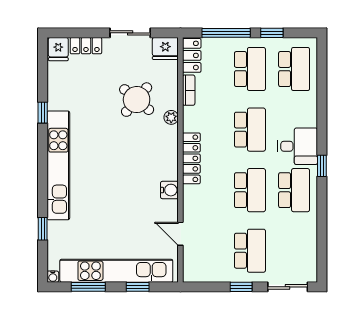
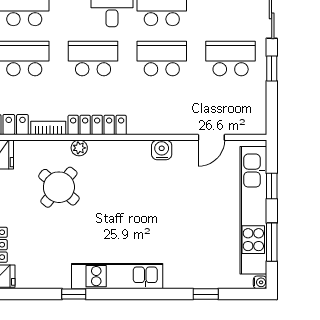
locker: (191, 158) -> (97, 125), moved
kitchen unit: (58, 165) -> (117, 276), width x0.73

